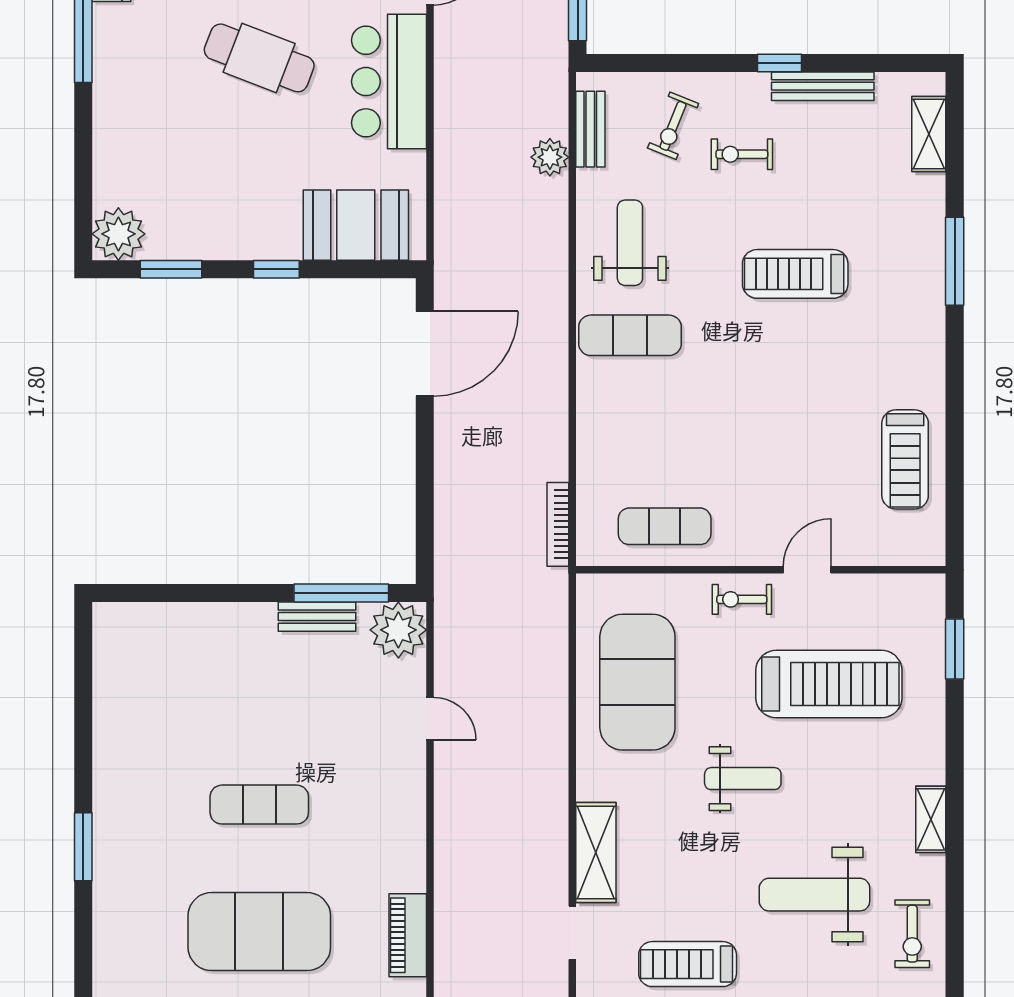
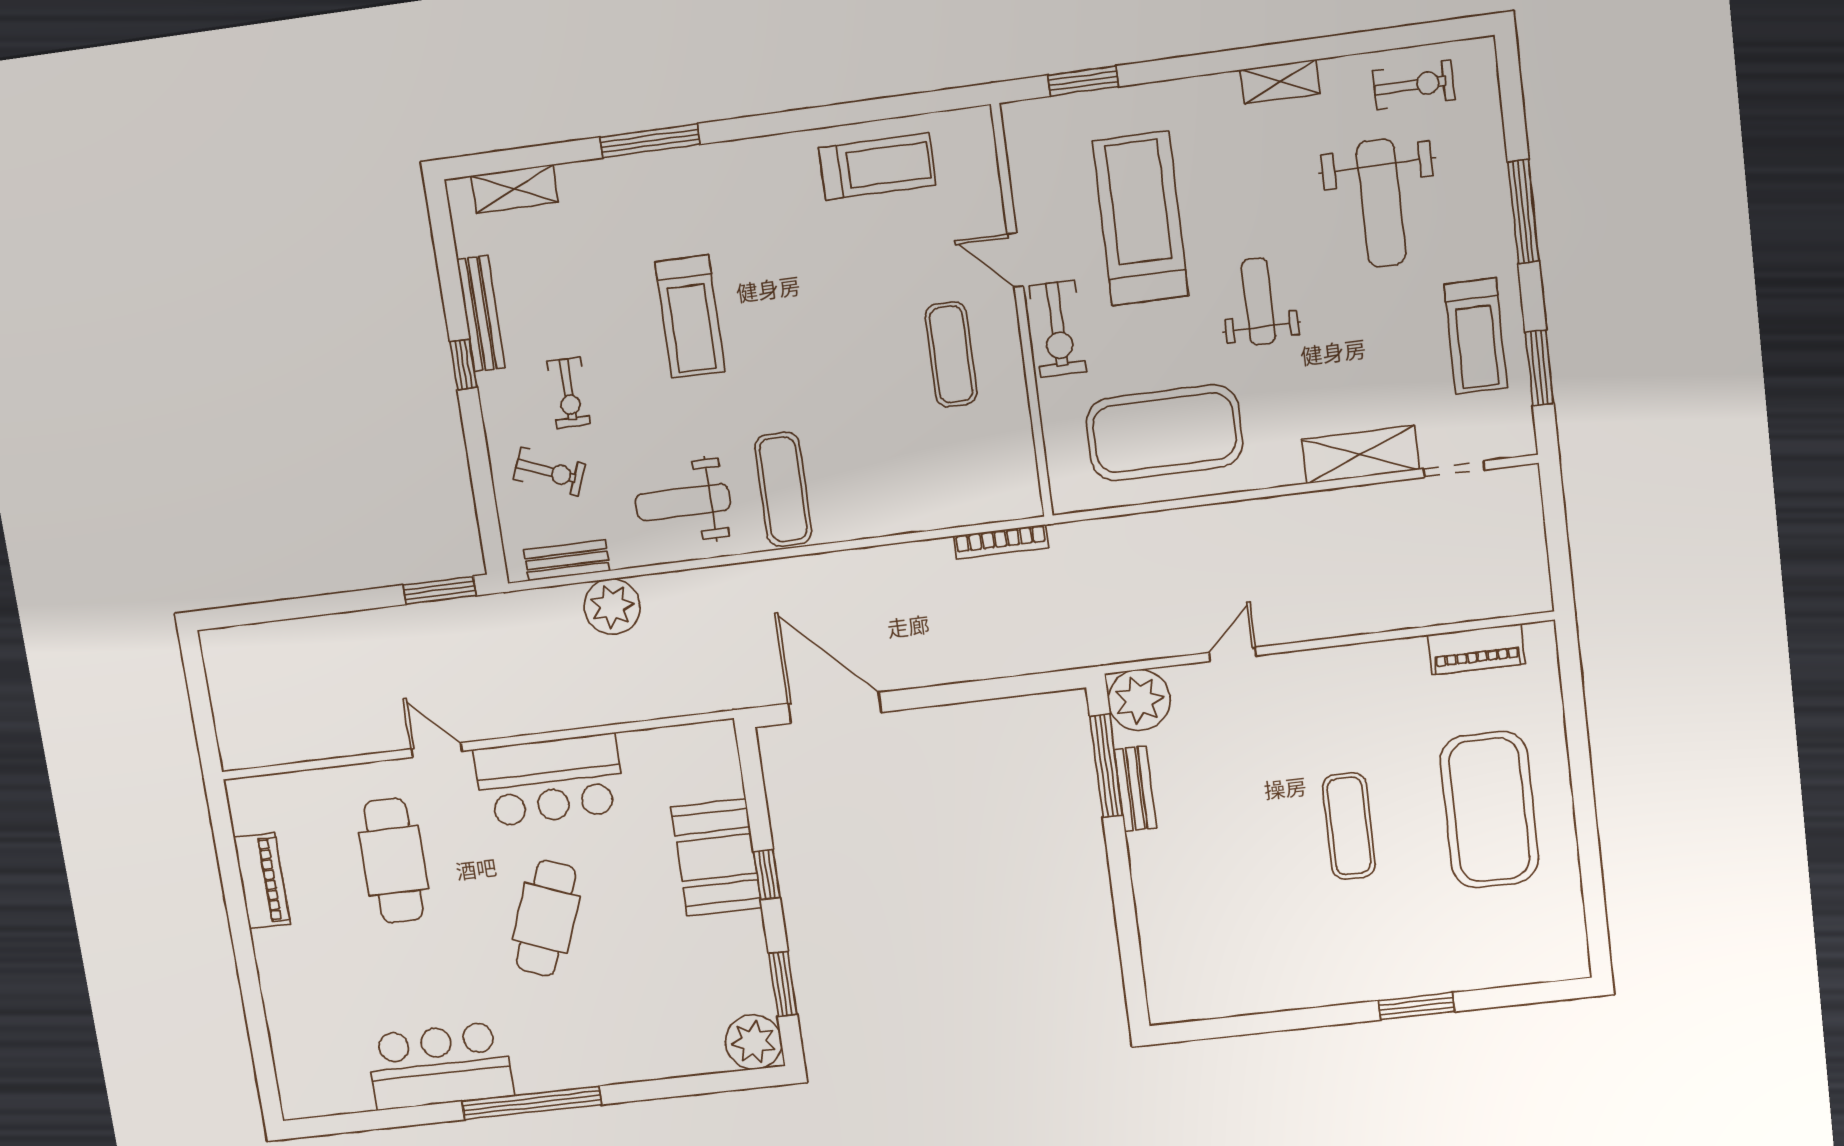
plant: (550, 157) -> (612, 607), width x1.36, depth x1.36
booth: (356, 225) -> (717, 857), moved
exercise mat: (665, 526) -> (951, 355), moved
exercise bike: (742, 599) -> (1058, 329), width x1.38, depth x1.39

